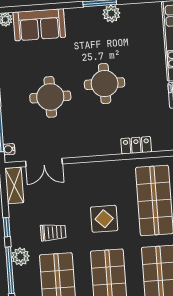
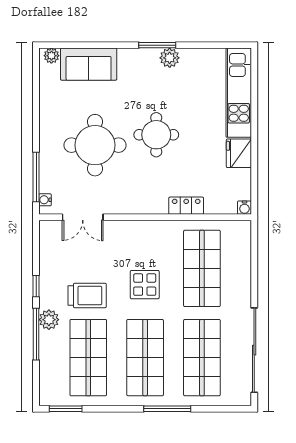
round table: (50, 97) -> (95, 145), width x1.36, depth x1.36
shelving: (14, 186) -> (48, 240), removed
trolley: (53, 232) -> (87, 295), width x1.36, depth x1.39

